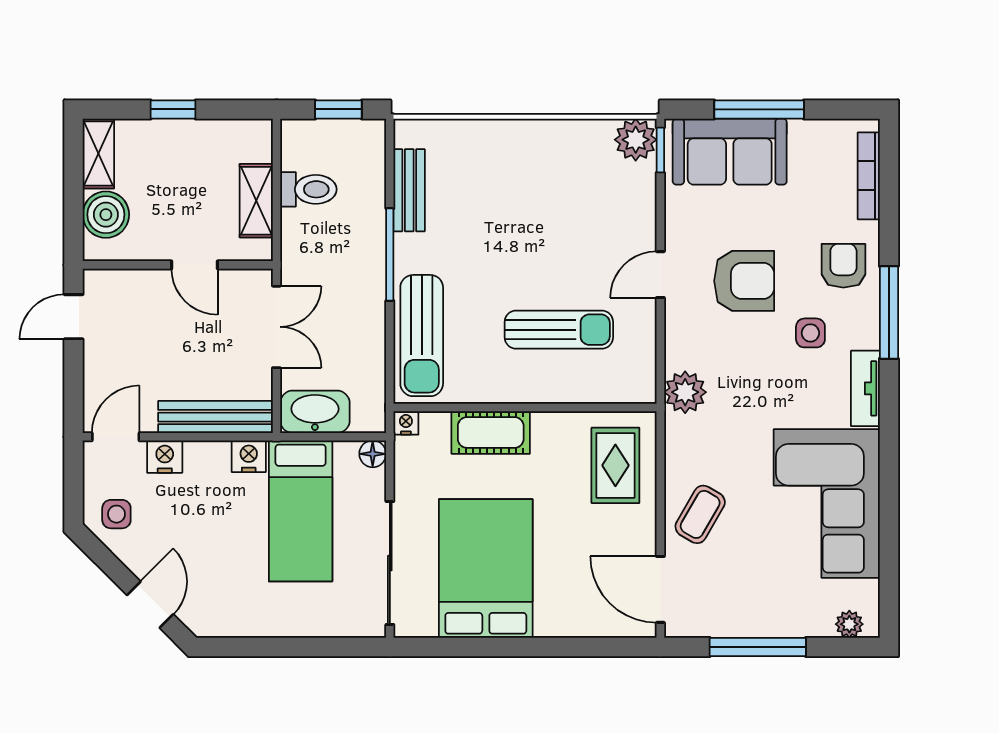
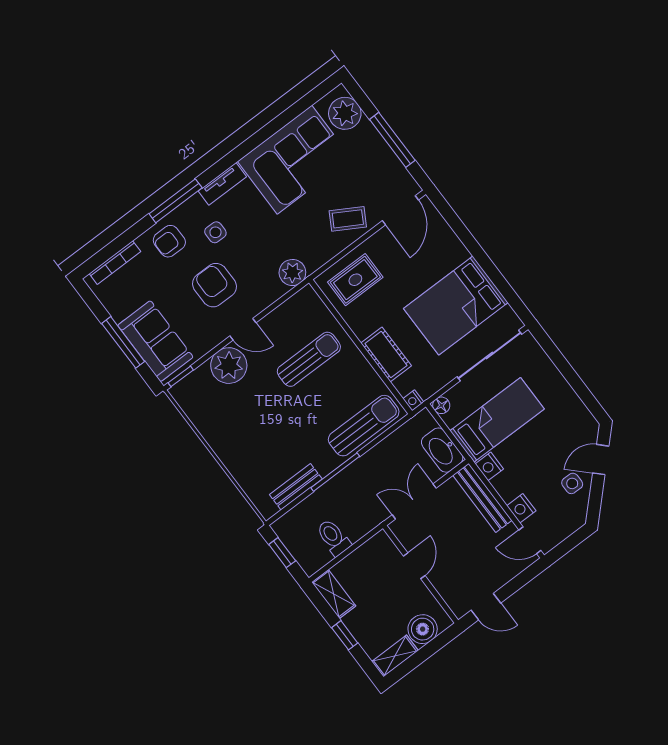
plant: (636, 140) -> (229, 366), moved, width x1.36, depth x1.36
shelving: (256, 201) -> (334, 594), moved, turned 90
sun lounger: (559, 330) -> (309, 359), turned 90
side table: (116, 514) -> (572, 483), moved
plant: (849, 624) -> (345, 113), width x1.88, depth x1.88

